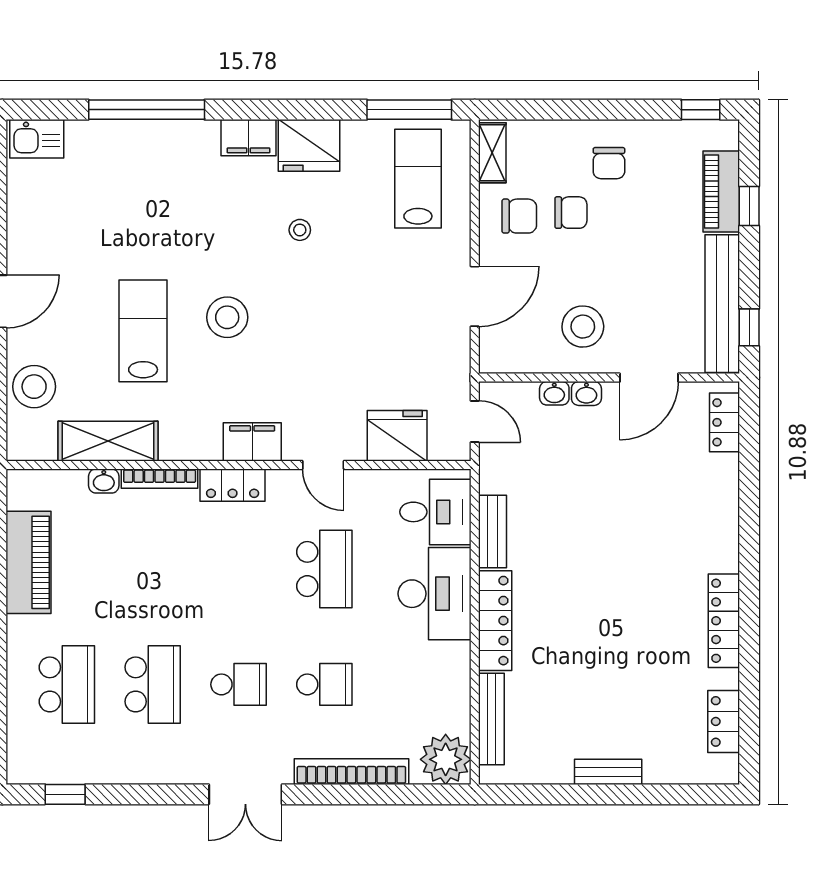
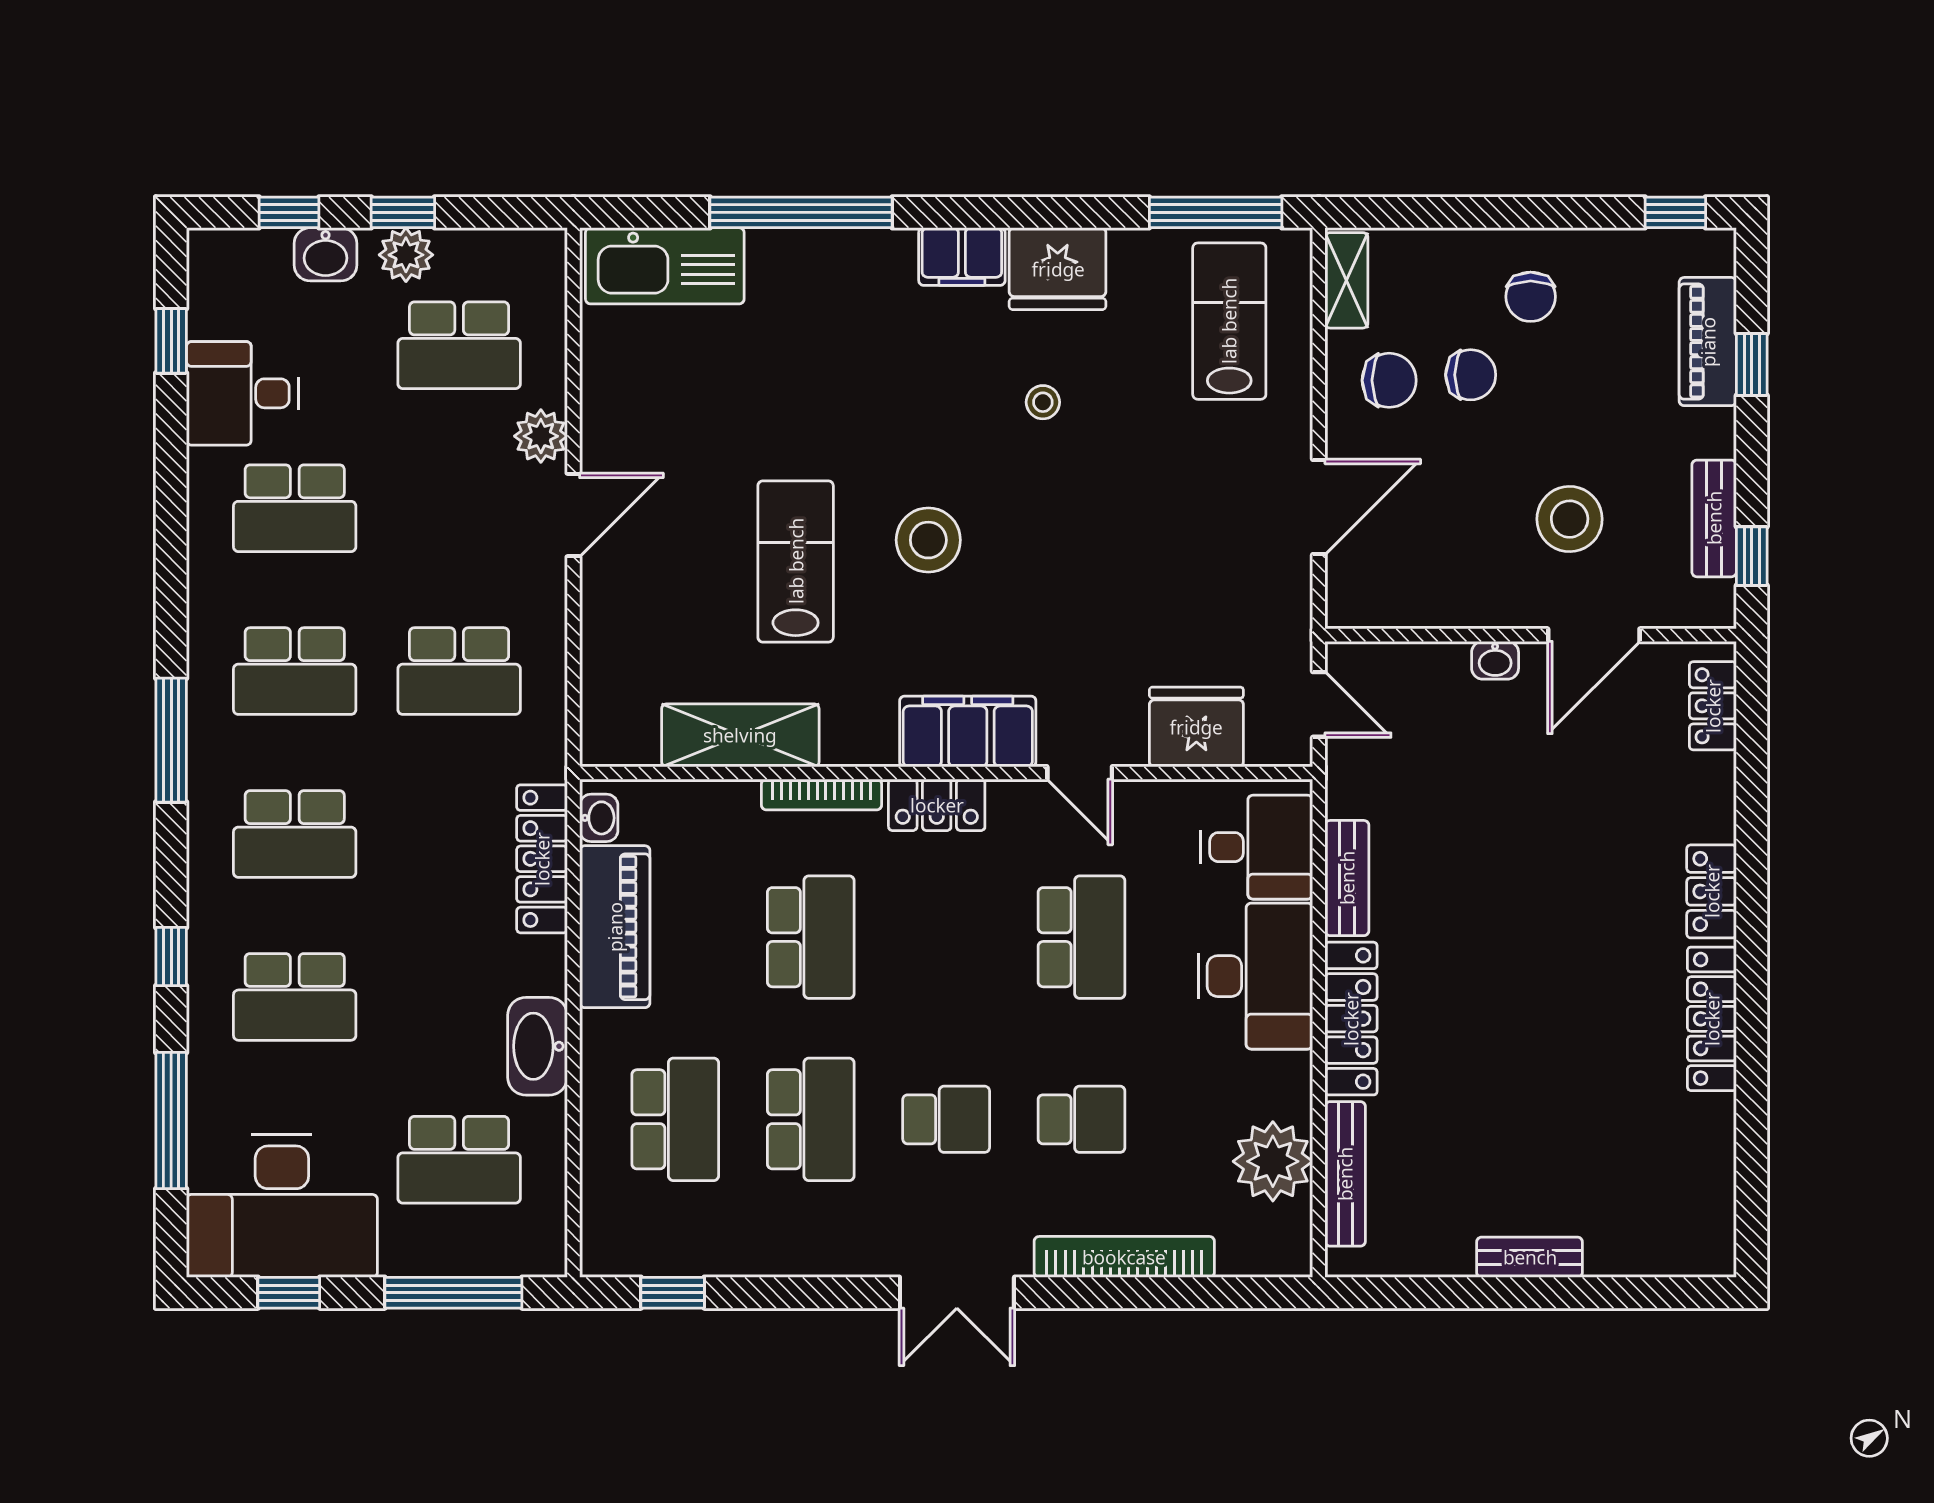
kitchen sink: (37, 139) -> (665, 266), width x1.87, depth x1.24
bench: (722, 304) -> (1714, 518), width x0.54, depth x0.82
stool: (583, 327) -> (1570, 519), moved
stool: (34, 387) -> (624, 649), removed
washbasin: (554, 393) -> (1444, 660), removed
filing cabinet: (252, 442) -> (968, 731), width x1.50, depth x1.17
washbasin: (104, 481) -> (599, 818), moved, turned -90
school desk: (153, 569) -> (811, 937), added
locker: (724, 721) -> (1712, 891), moved
plant: (446, 759) -> (1273, 1161), moved

